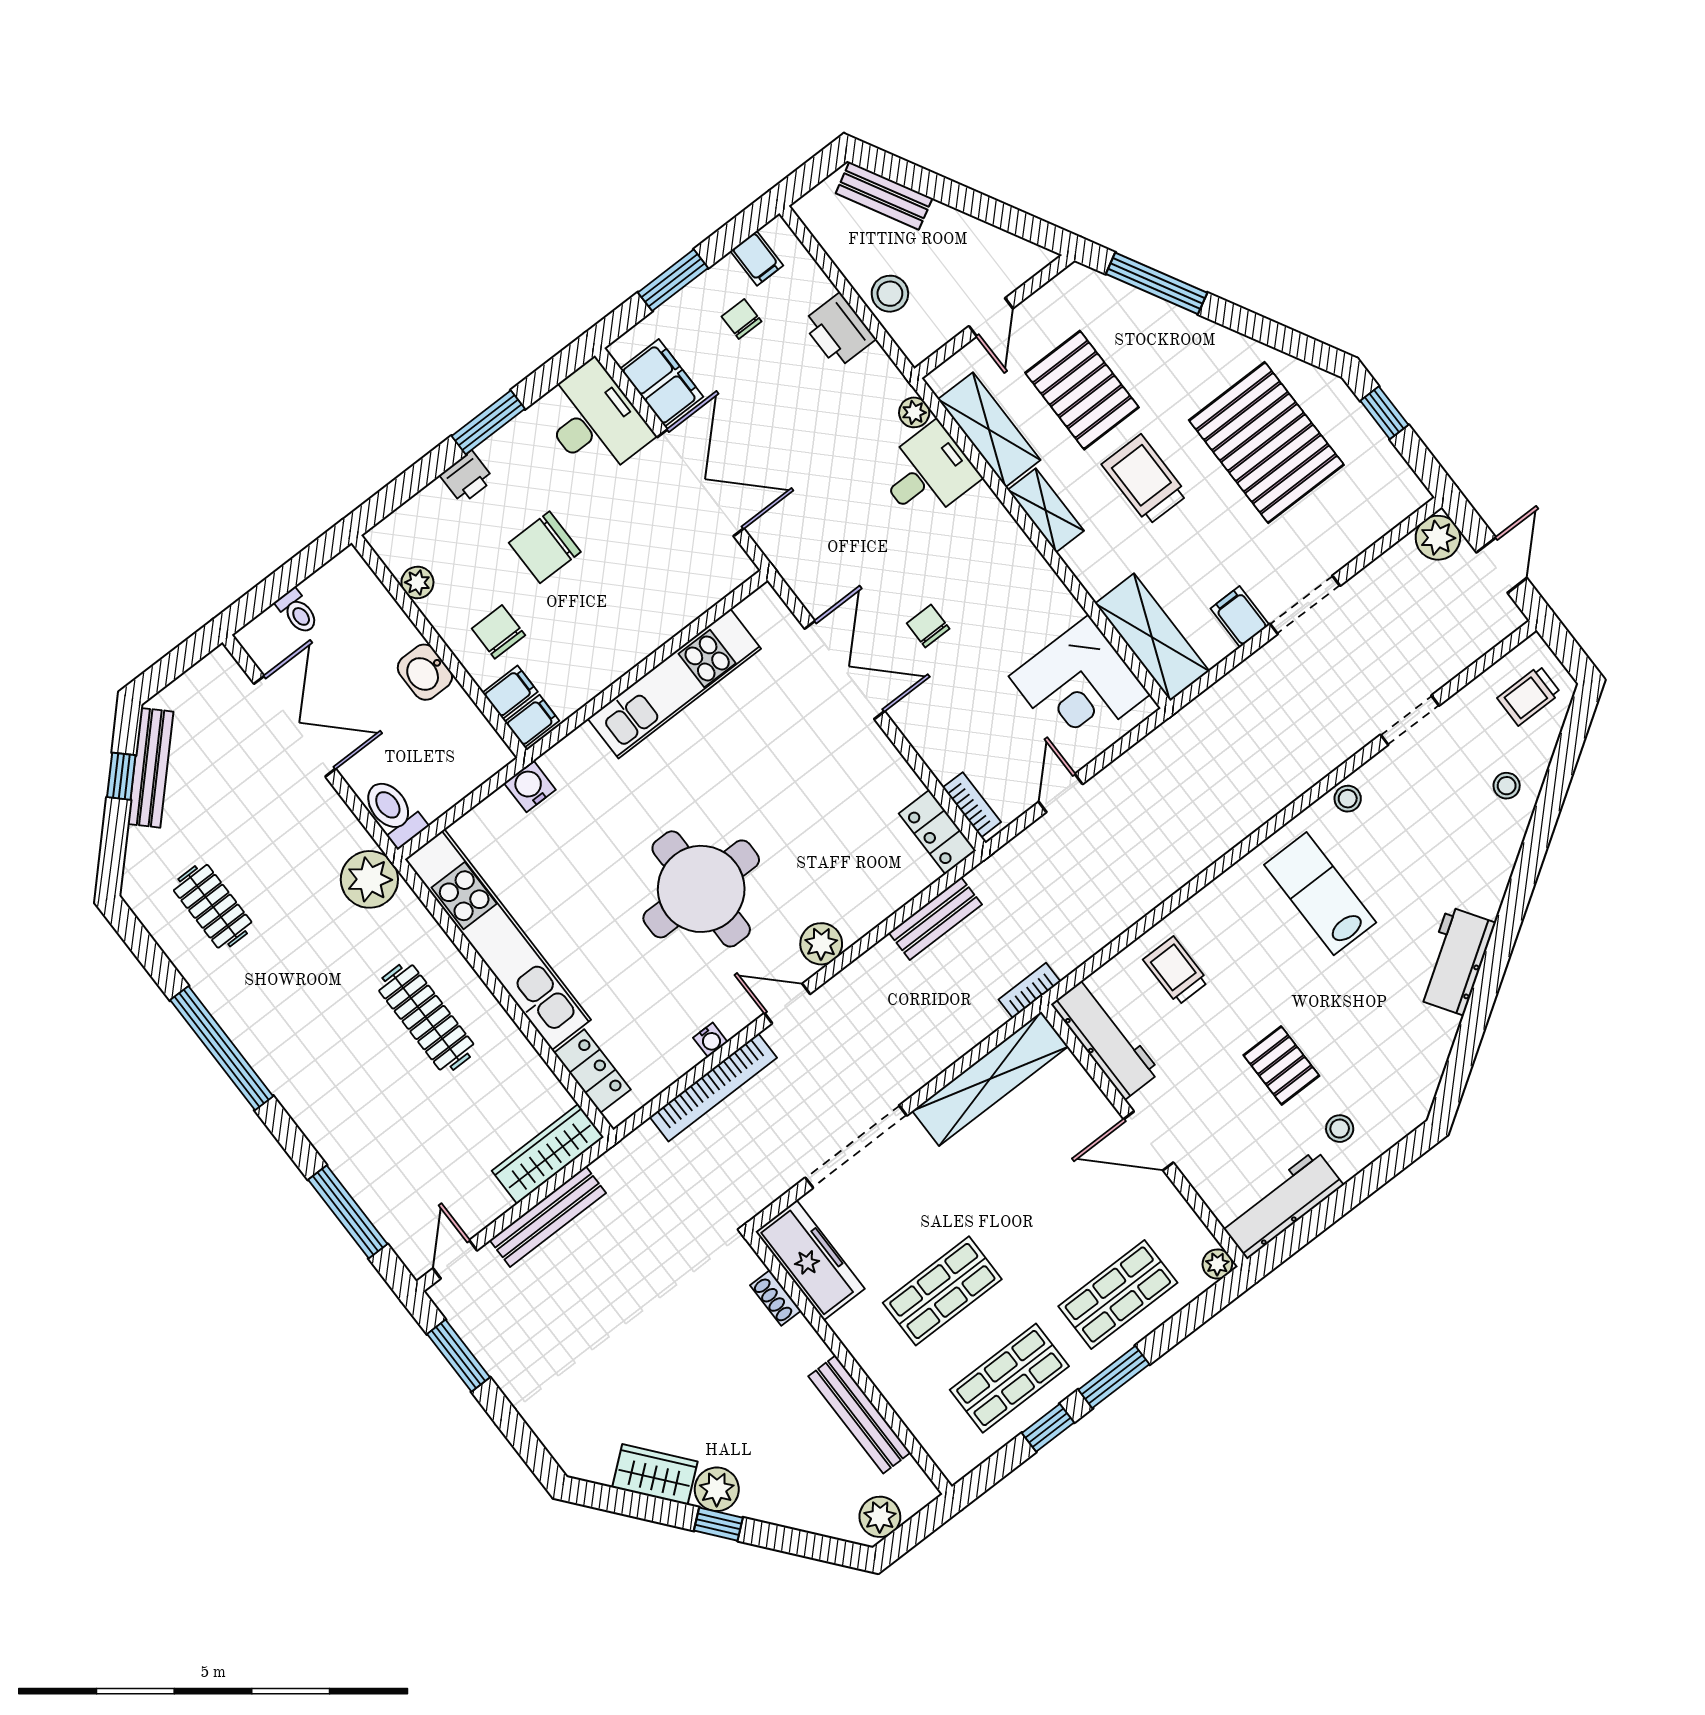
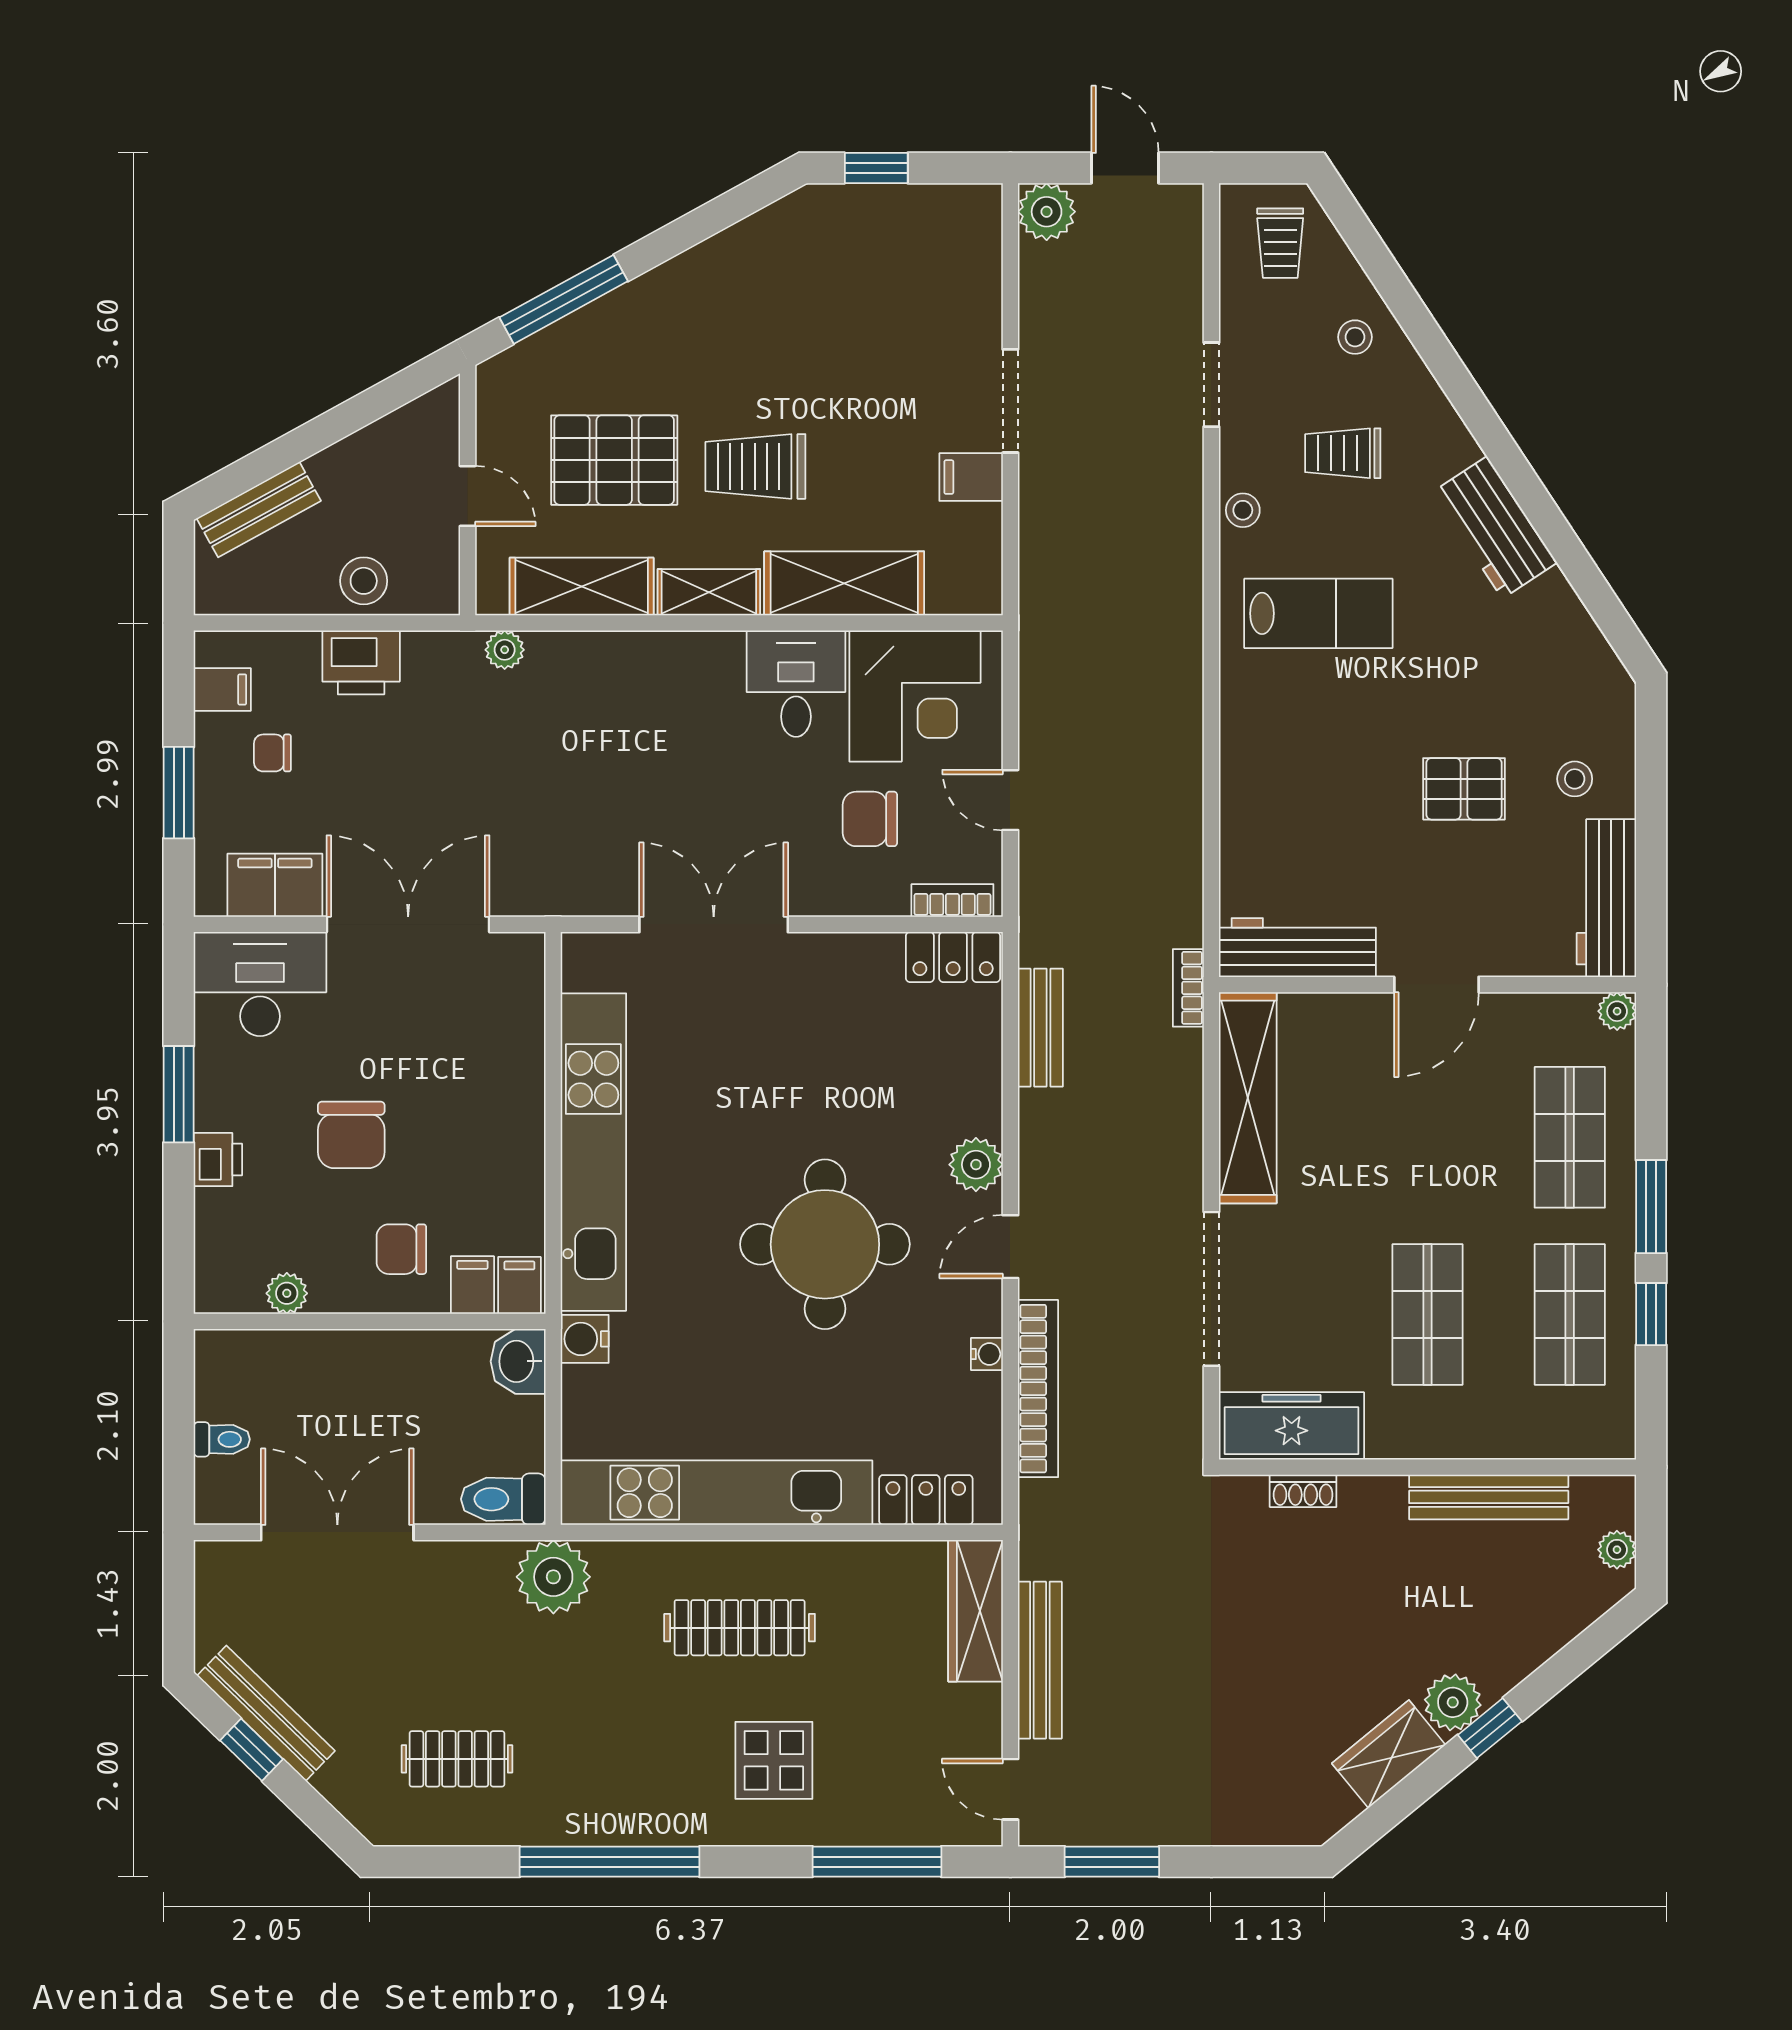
pallet: (1266, 443) -> (814, 312), removed
desk: (928, 473) -> (796, 684), moved
chair: (928, 626) -> (870, 819), moved, width x1.37, depth x1.37
shelving: (1152, 637) -> (844, 583), moved
washbasin: (425, 672) -> (518, 1361), moved, turned 90
kitchen unit: (674, 684) -> (593, 1152), width x1.36
lab bench: (1320, 894) -> (1318, 613), turned 180
trolley: (1176, 971) -> (1343, 453), moved
display table: (361, 1101) -> (774, 1760), added
plant: (880, 1517) -> (1617, 1550), width x0.73, depth x0.73

